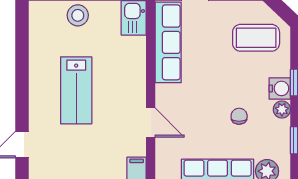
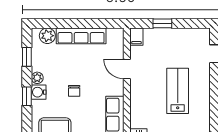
chair: (239, 116) -> (74, 91), moved

